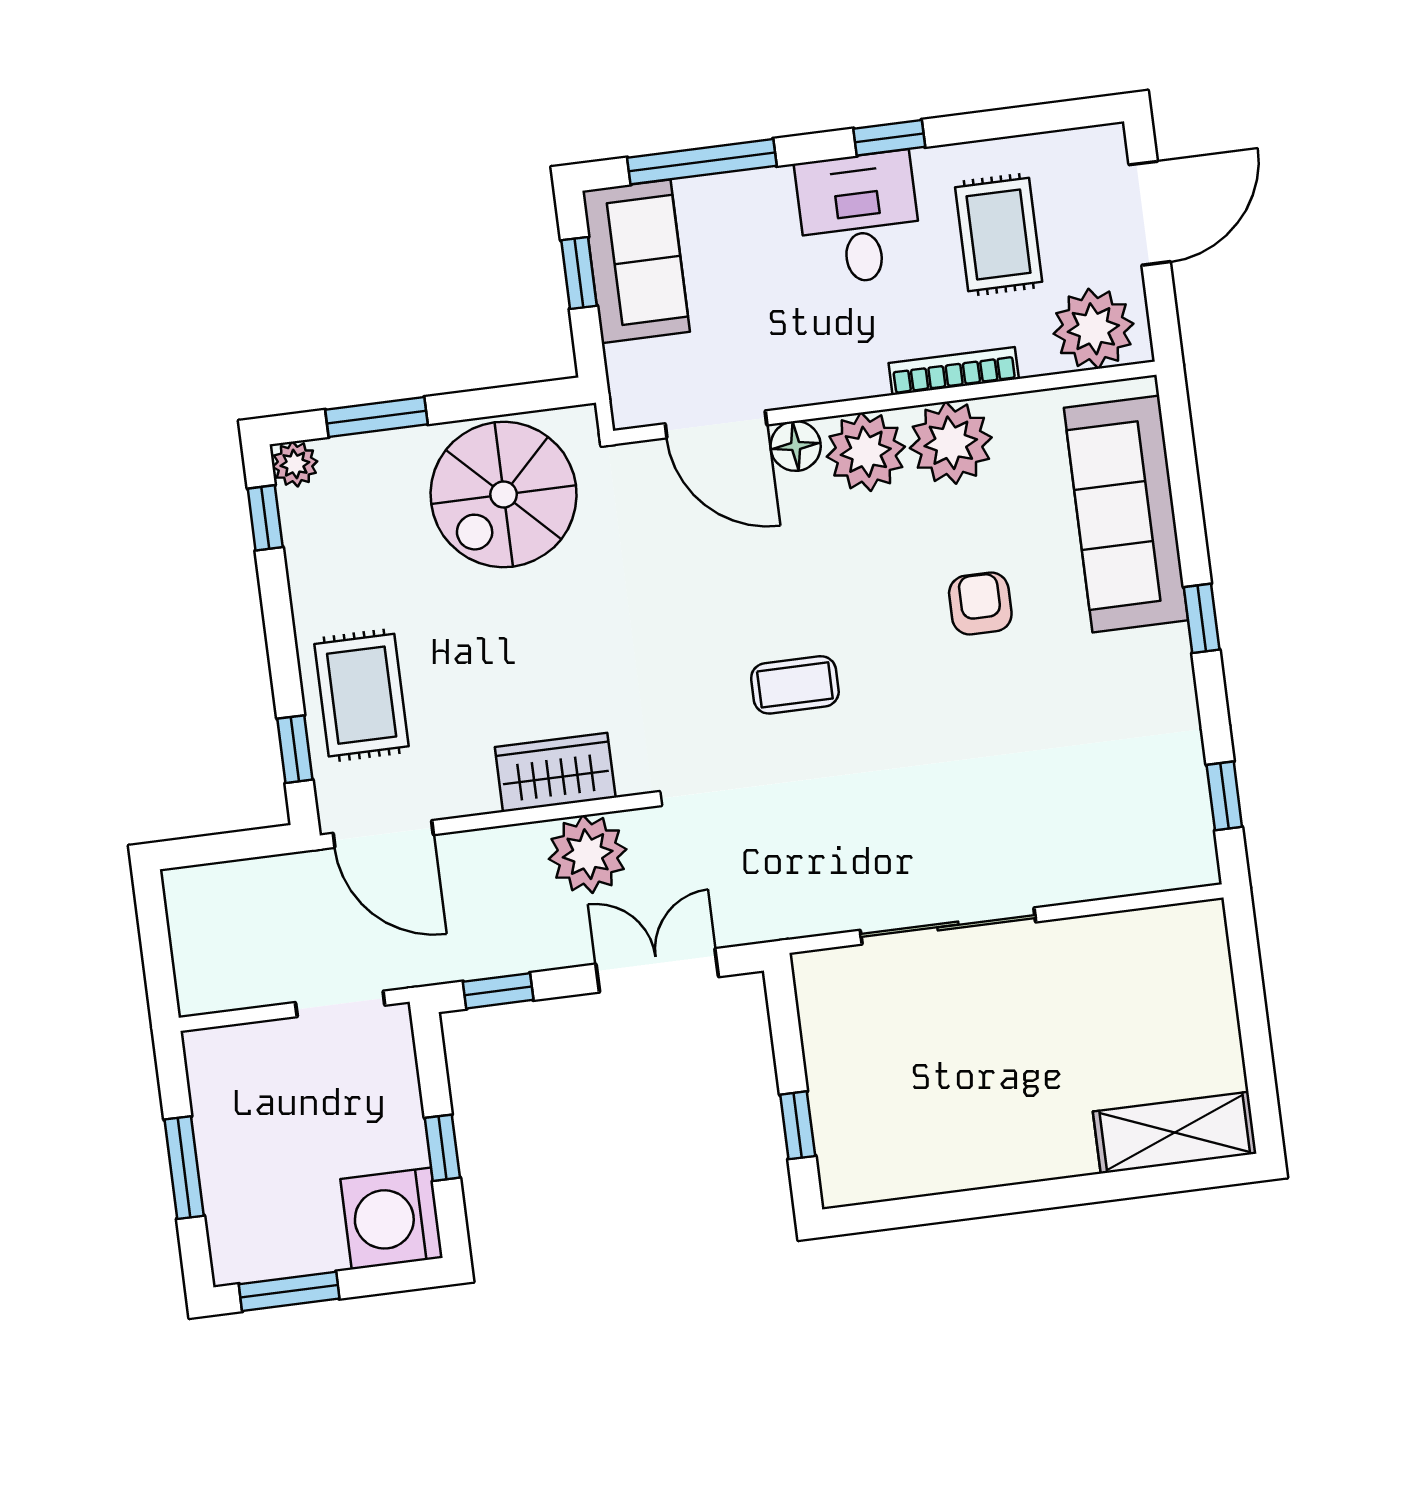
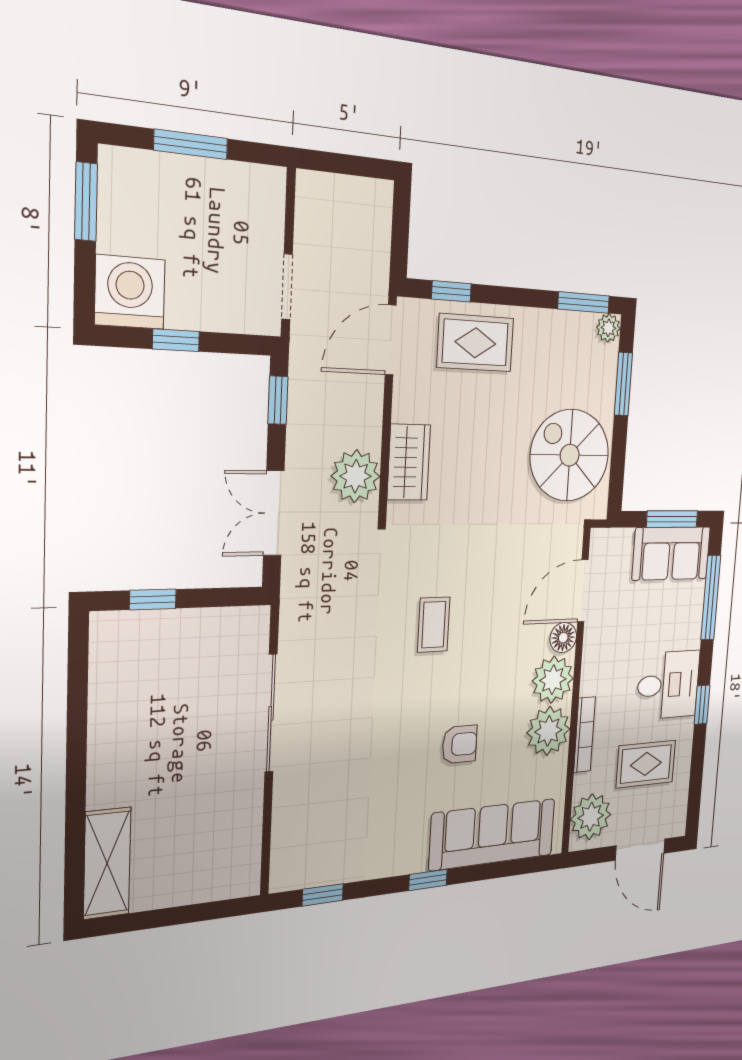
window: (579, 273) -> (672, 519), width x1.50
window: (265, 518) -> (584, 302), width x1.50
double door: (657, 970) -> (274, 513), swing flipped

